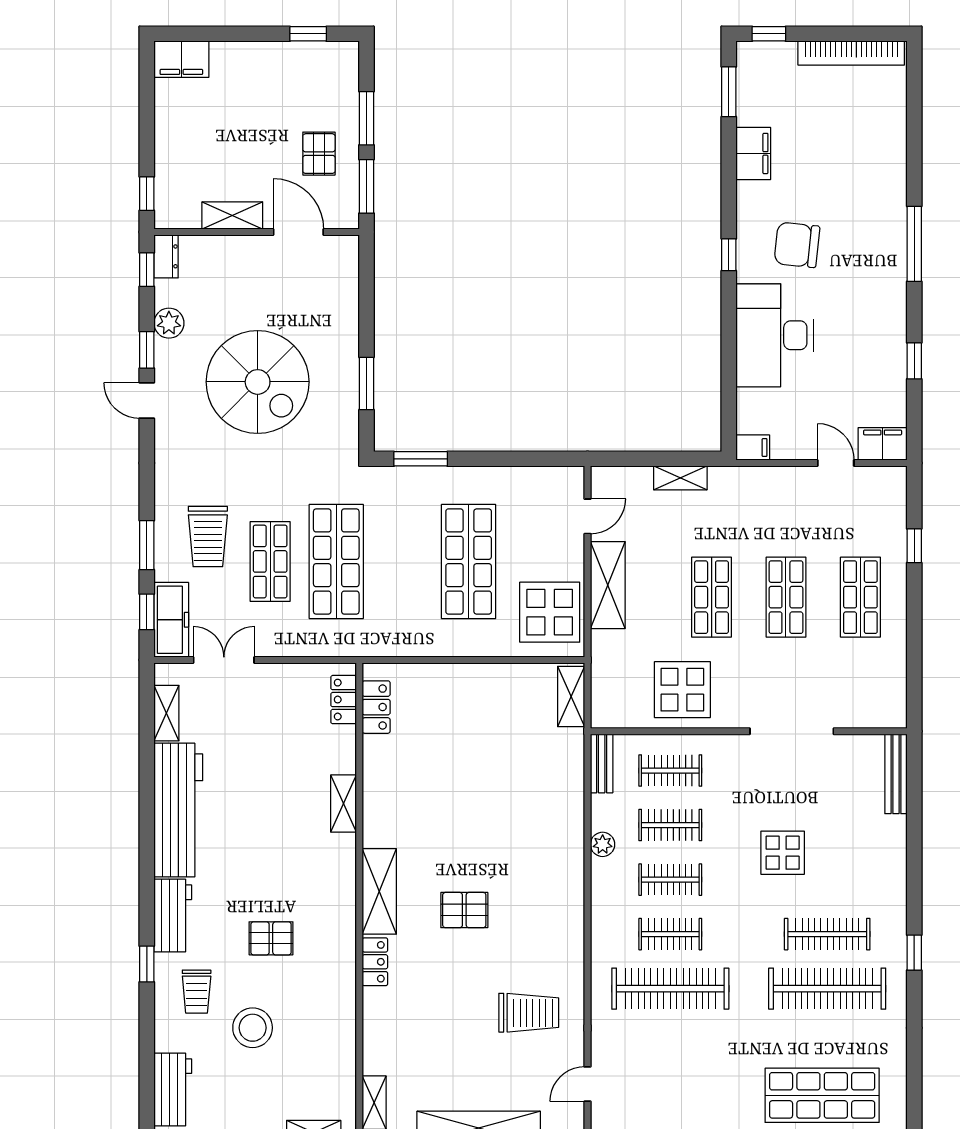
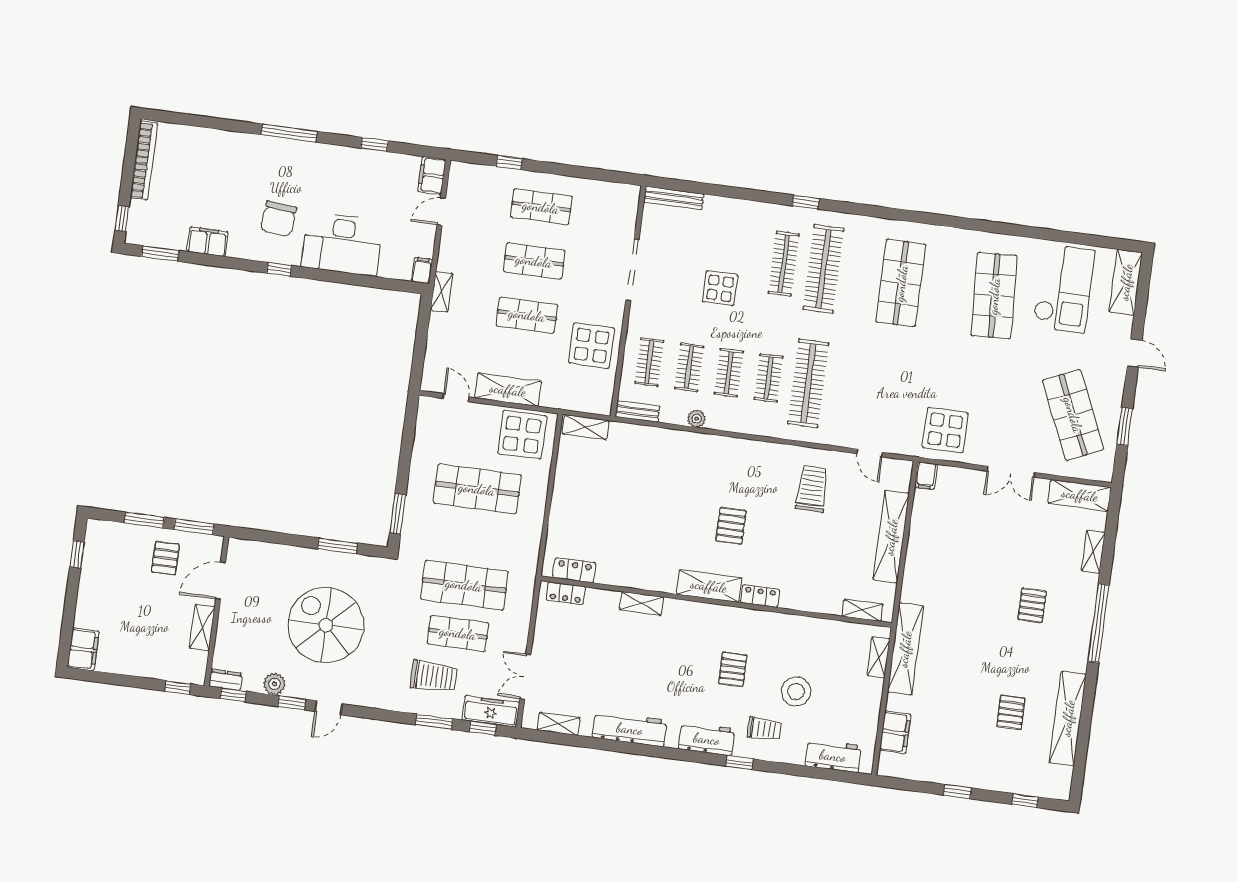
pallet: (319, 154) -> (165, 558), turned 90
spiral stairs: (258, 382) -> (326, 625), turned -90
shelving: (680, 478) -> (442, 292), moved
workbench: (178, 810) -> (630, 729), width x0.73, depth x0.76

